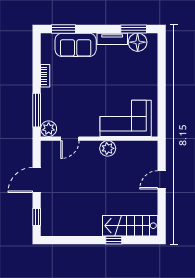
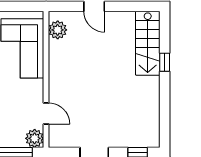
plant: (108, 148) -> (58, 30), moved

